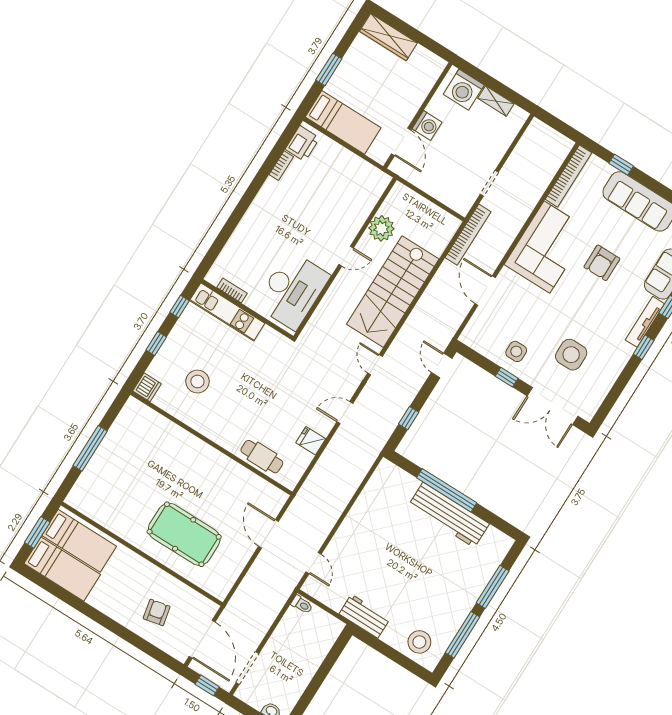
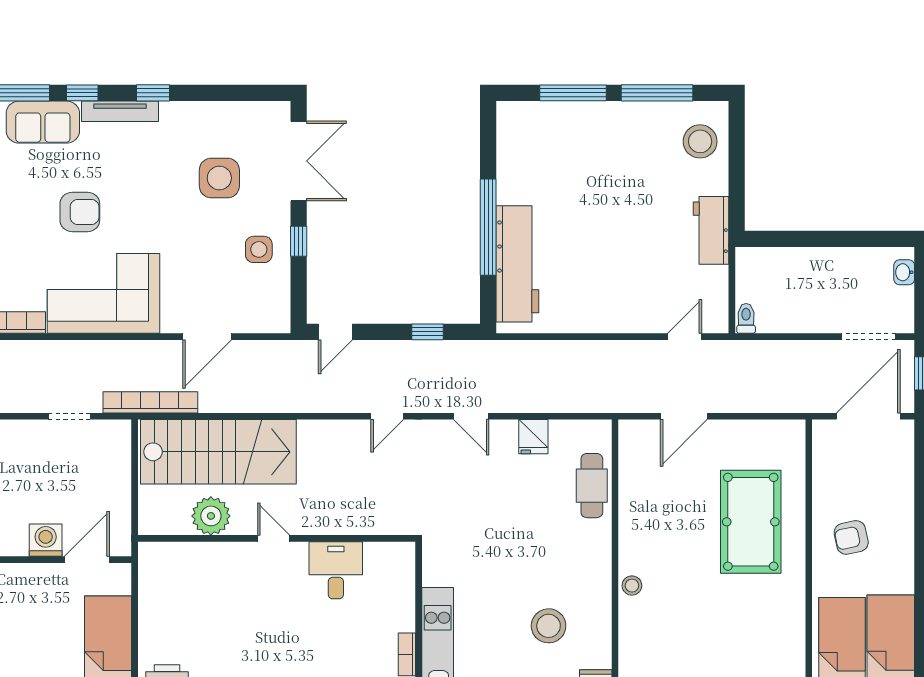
desk: (292, 290) -> (336, 570), width x0.53, depth x0.77
stairs: (393, 292) -> (218, 452), moved
stool: (190, 444) -> (632, 586), added
workbench: (449, 515) -> (517, 264), moved
armchair: (157, 612) -> (851, 537), moved

